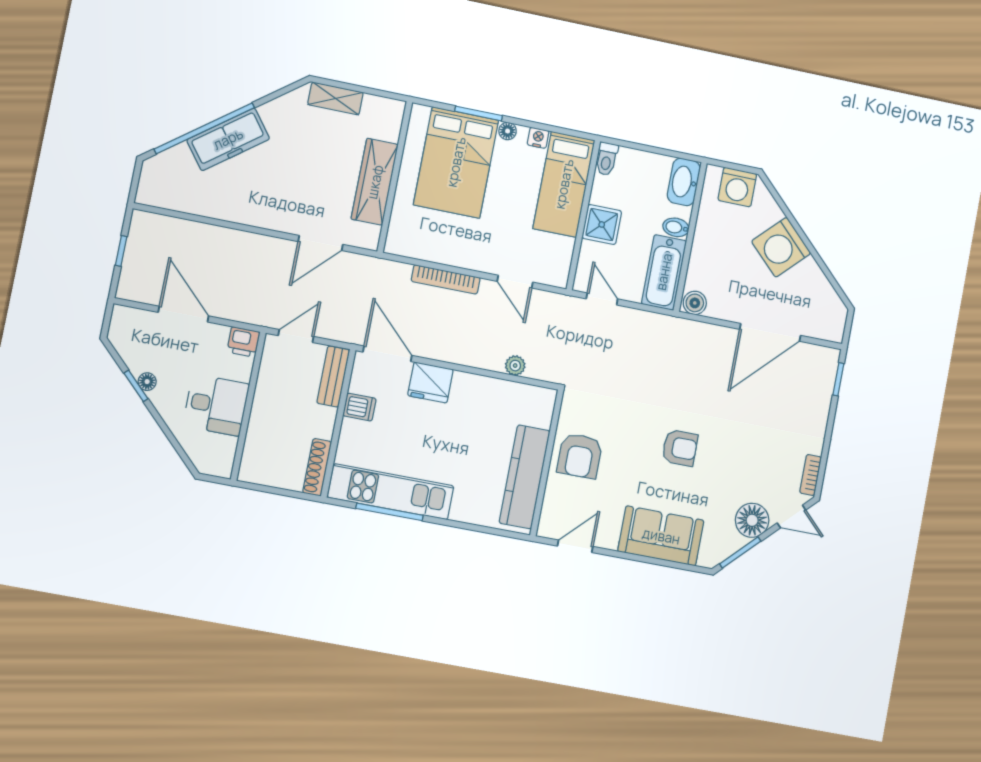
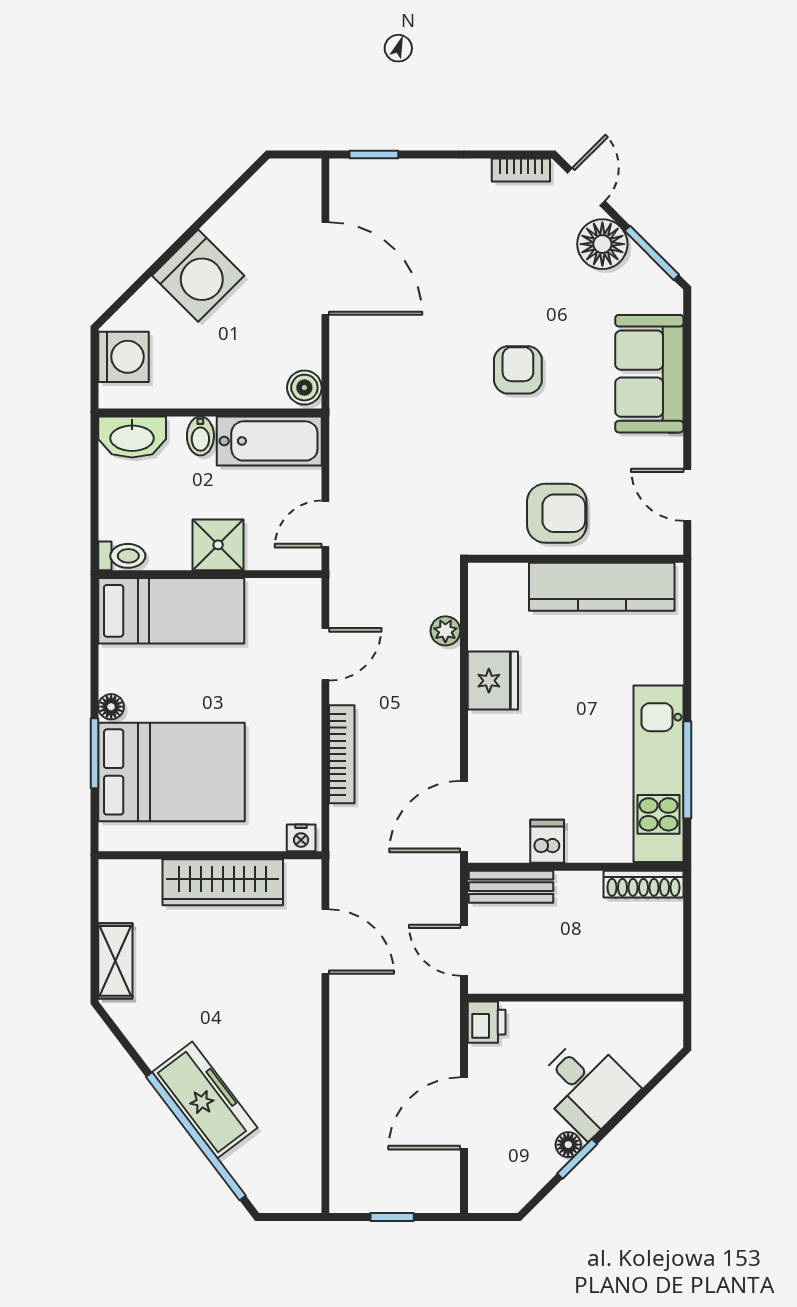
nightstand: (538, 138) -> (301, 838), moved, turned -90
fridge: (430, 382) -> (493, 681), moved
desk: (216, 405) -> (586, 1086), moved, turned 135

